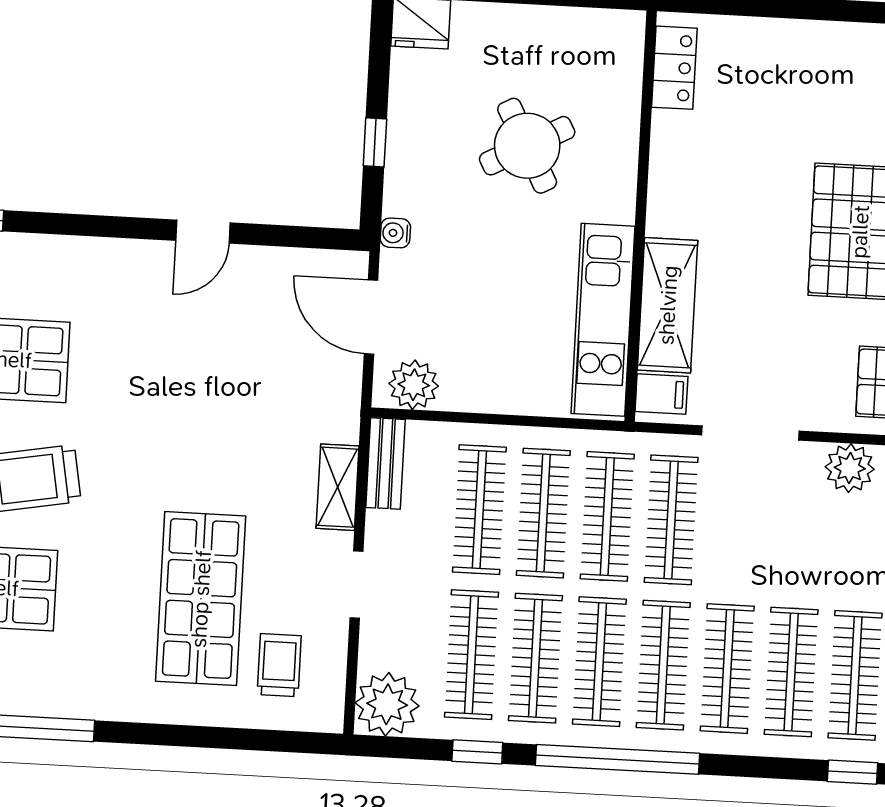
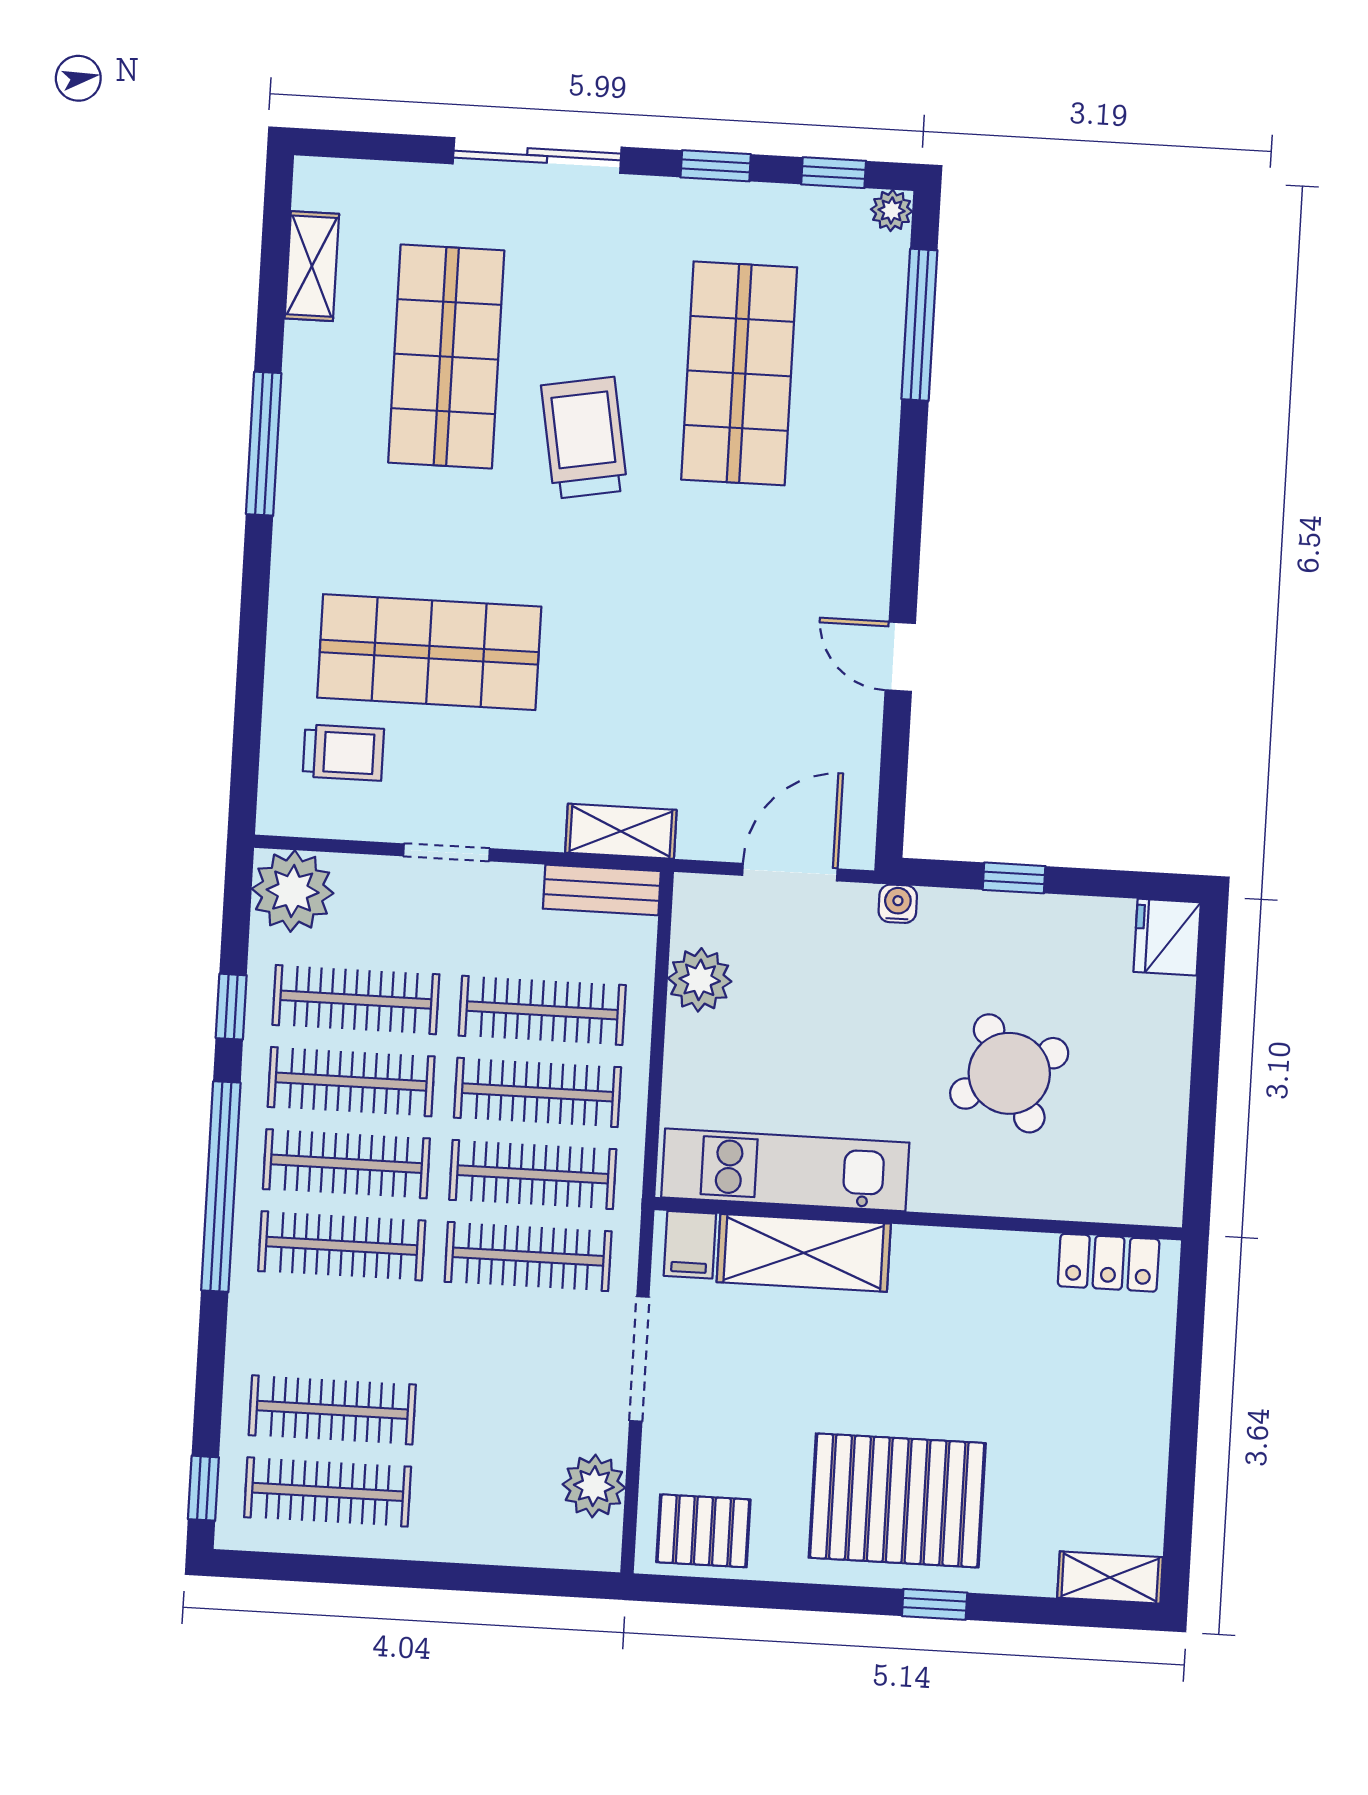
plant: (414, 385) -> (700, 980), moved
shelving: (338, 487) -> (621, 831), moved
clothes rail: (727, 669) -> (337, 1328), removed

